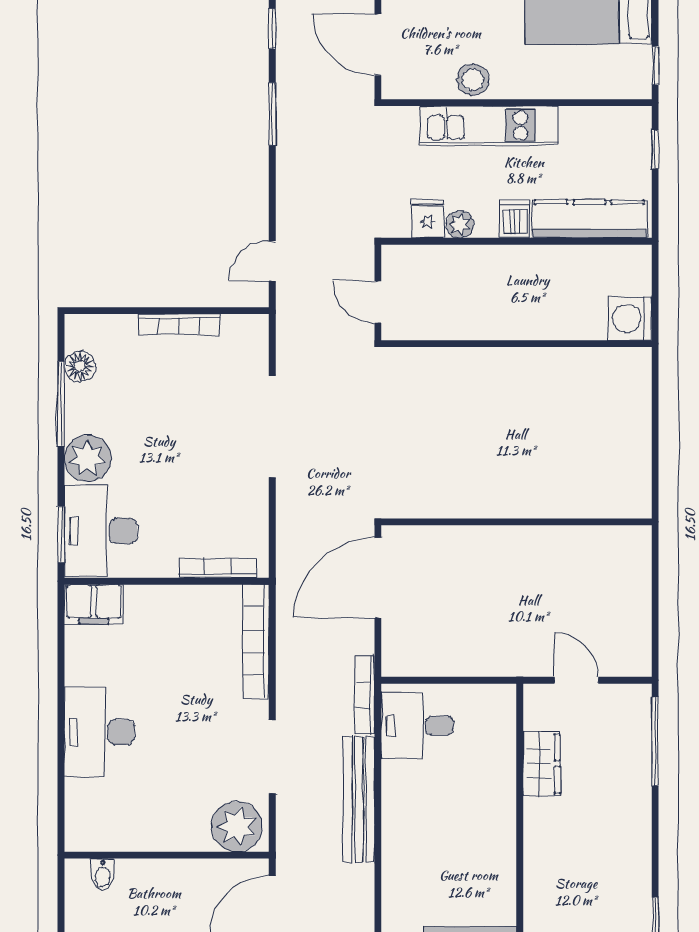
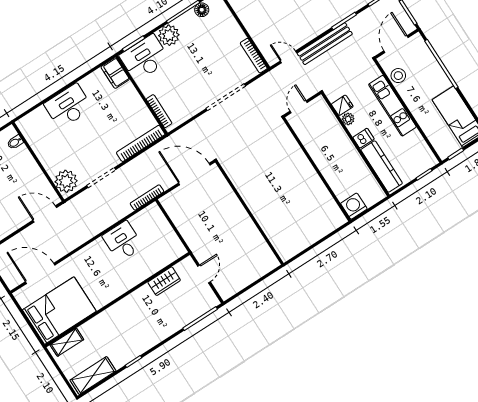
stool: (473, 80) -> (398, 76), moved
bookcase: (179, 324) -> (254, 56), moved
desk: (417, 726) -> (123, 241), moved
bench: (359, 800) -> (325, 44), moved

